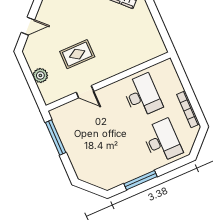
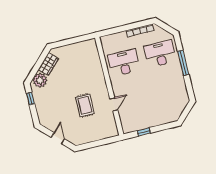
plant: (40, 75) -> (96, 135), removed
window: (56, 137) -> (144, 132), width x0.46
window: (140, 180) -> (183, 63), moved

